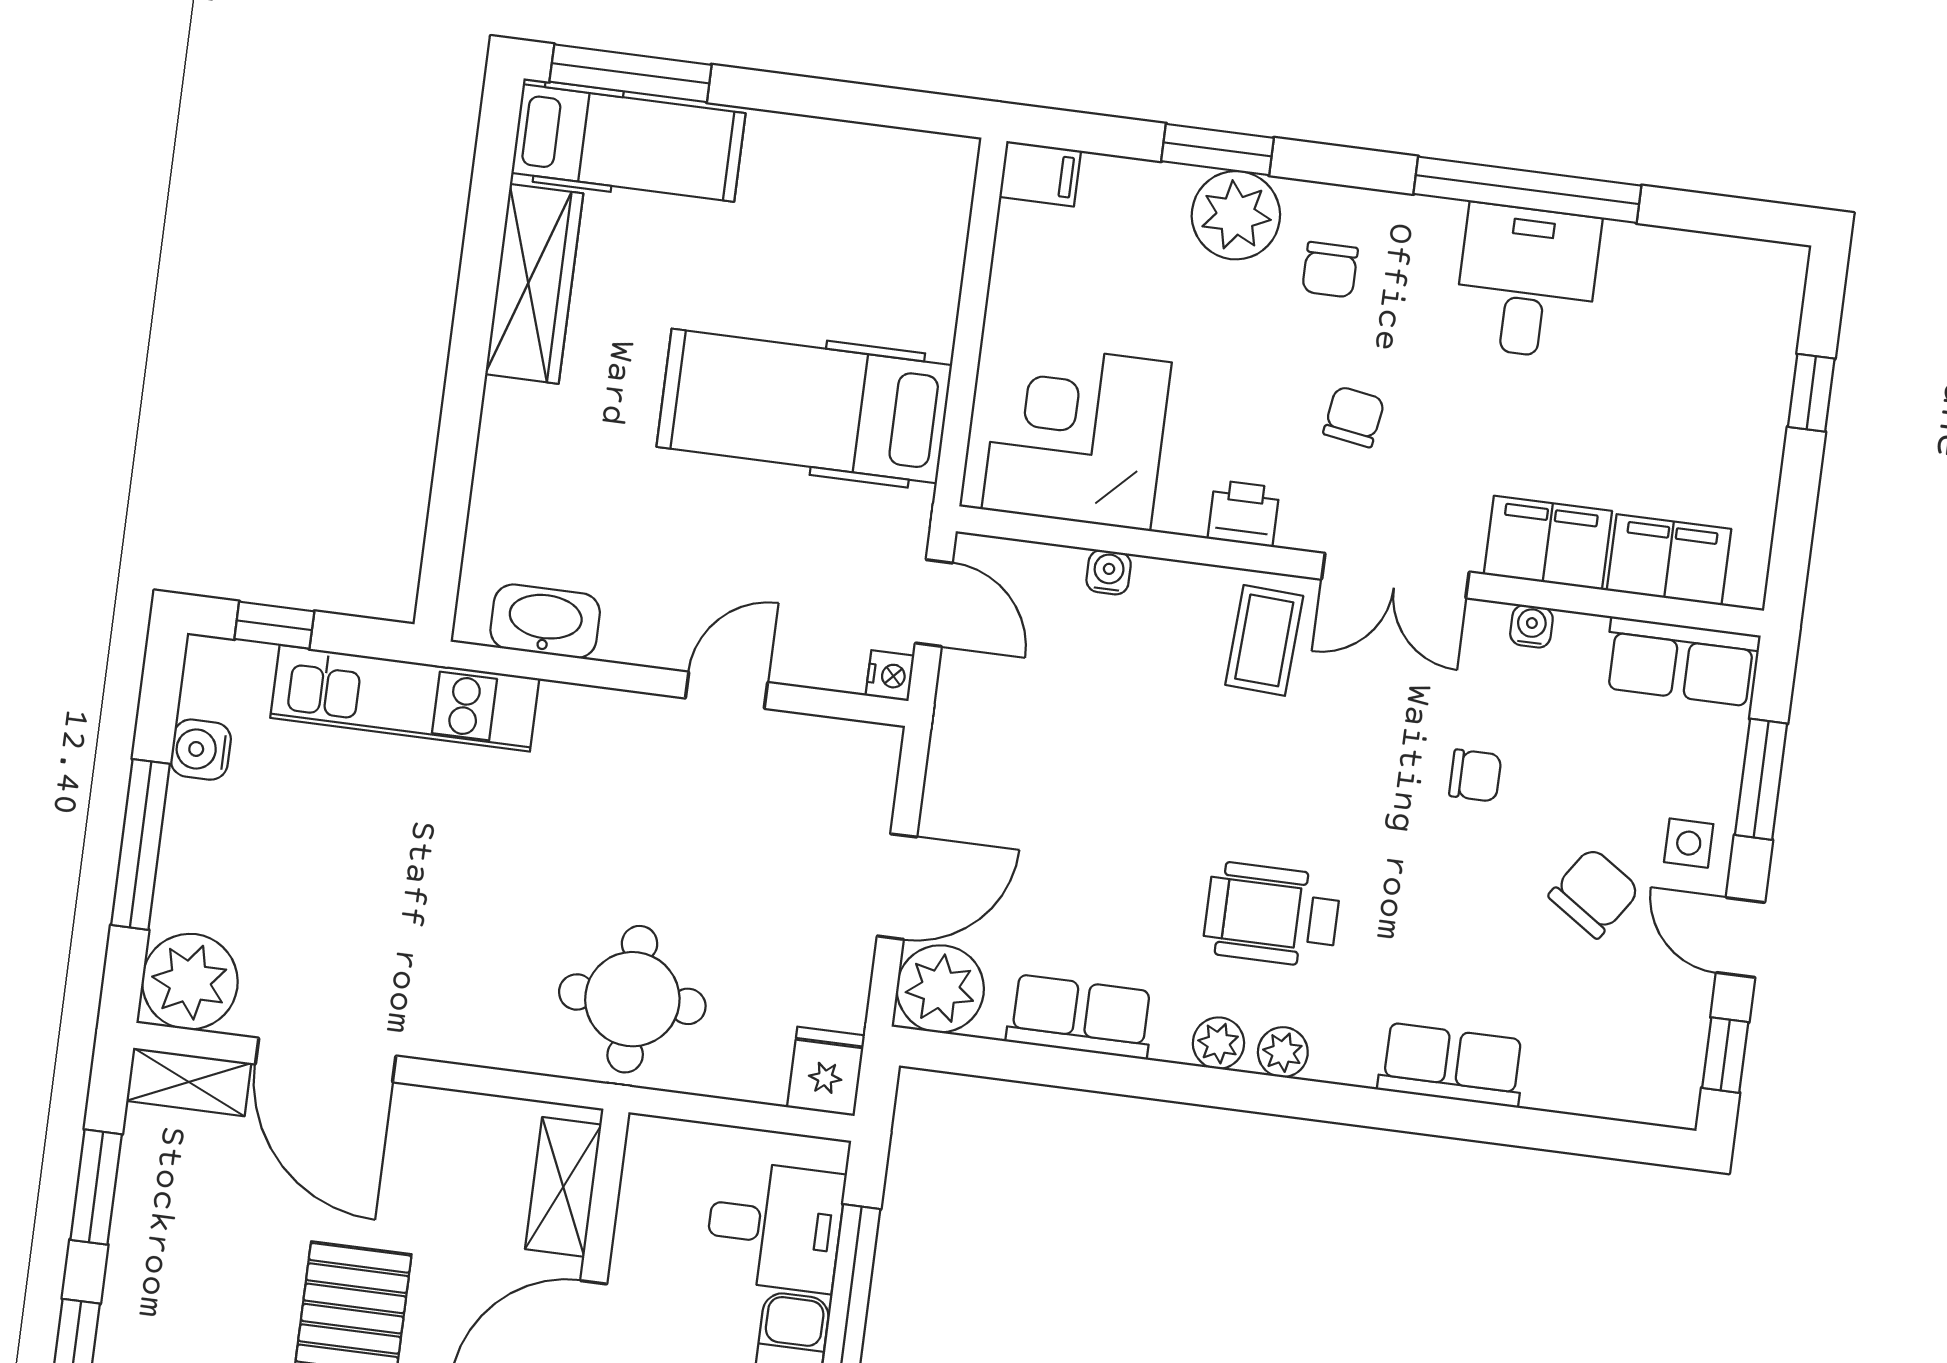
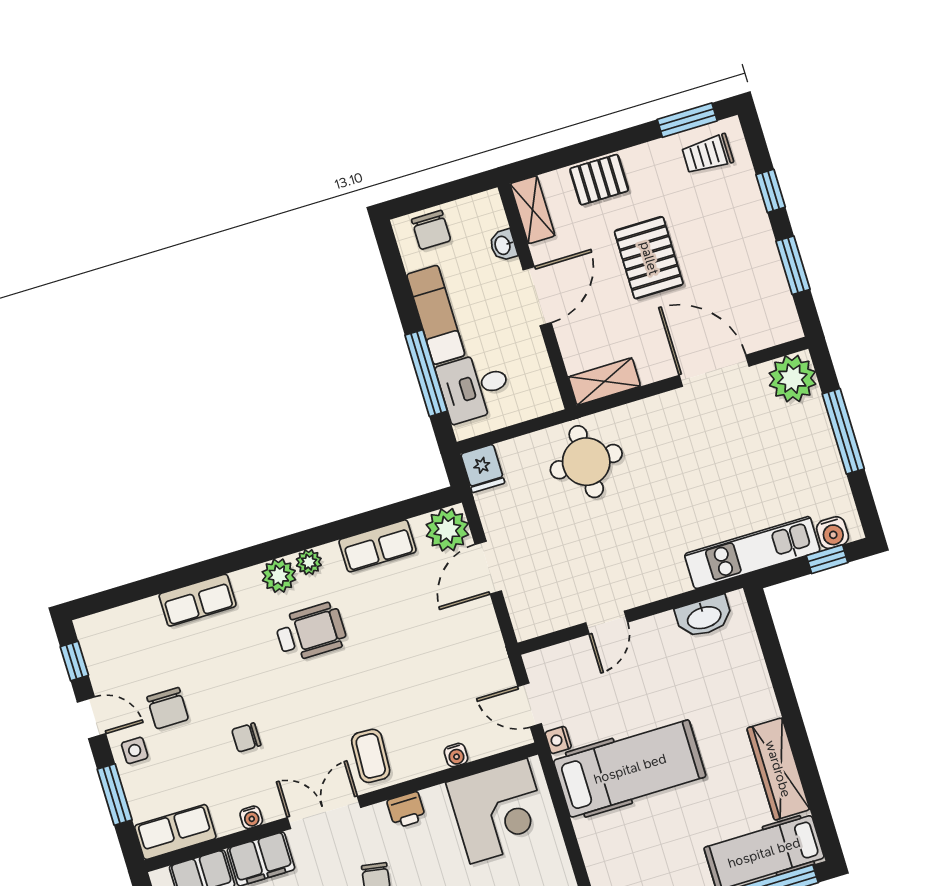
nightstand: (890, 676) -> (558, 740), moved
water cooler: (201, 750) -> (833, 533), moved, turned 90
chair: (1594, 893) -> (168, 708), turned -34
plant: (1283, 1052) -> (279, 576), width x1.38, depth x1.38
shelving: (189, 1082) -> (772, 332), removed
shelving: (563, 1187) -> (604, 381), moved, turned 90

